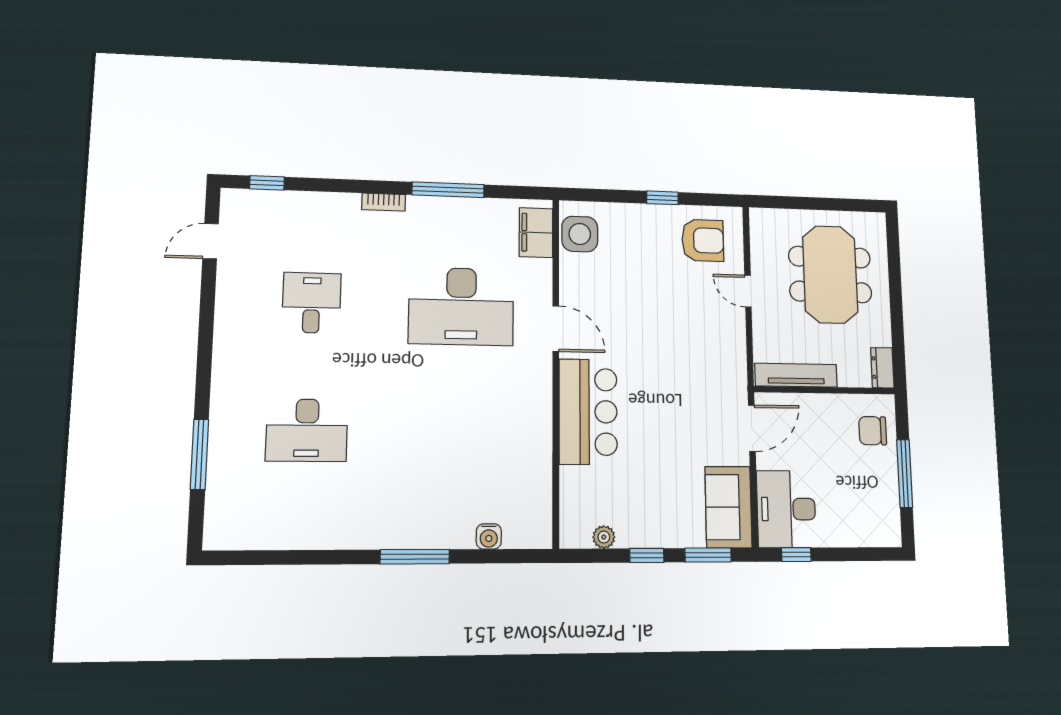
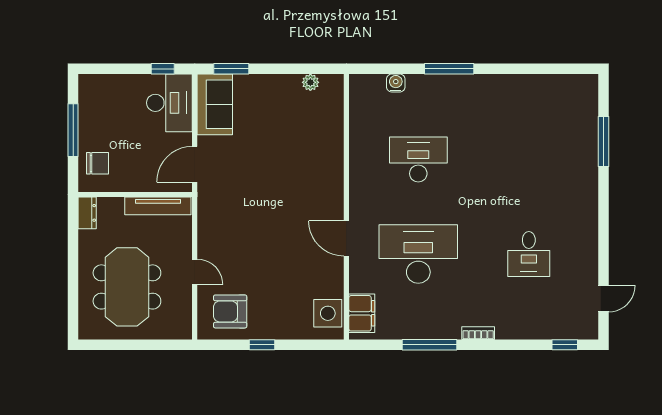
bar counter: (588, 412) -> (322, 175), removed
desk: (307, 430) -> (418, 160), moved
window: (647, 555) -> (278, 69), removed

